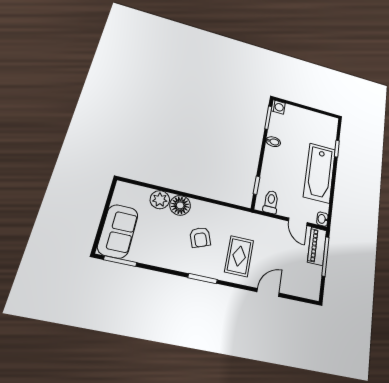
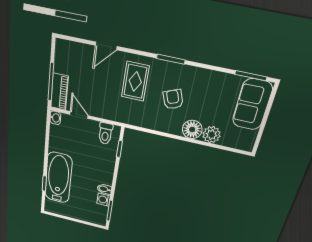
washing machine: (278, 107) -> (104, 200), moved
bathtub: (320, 173) -> (58, 178), moved

